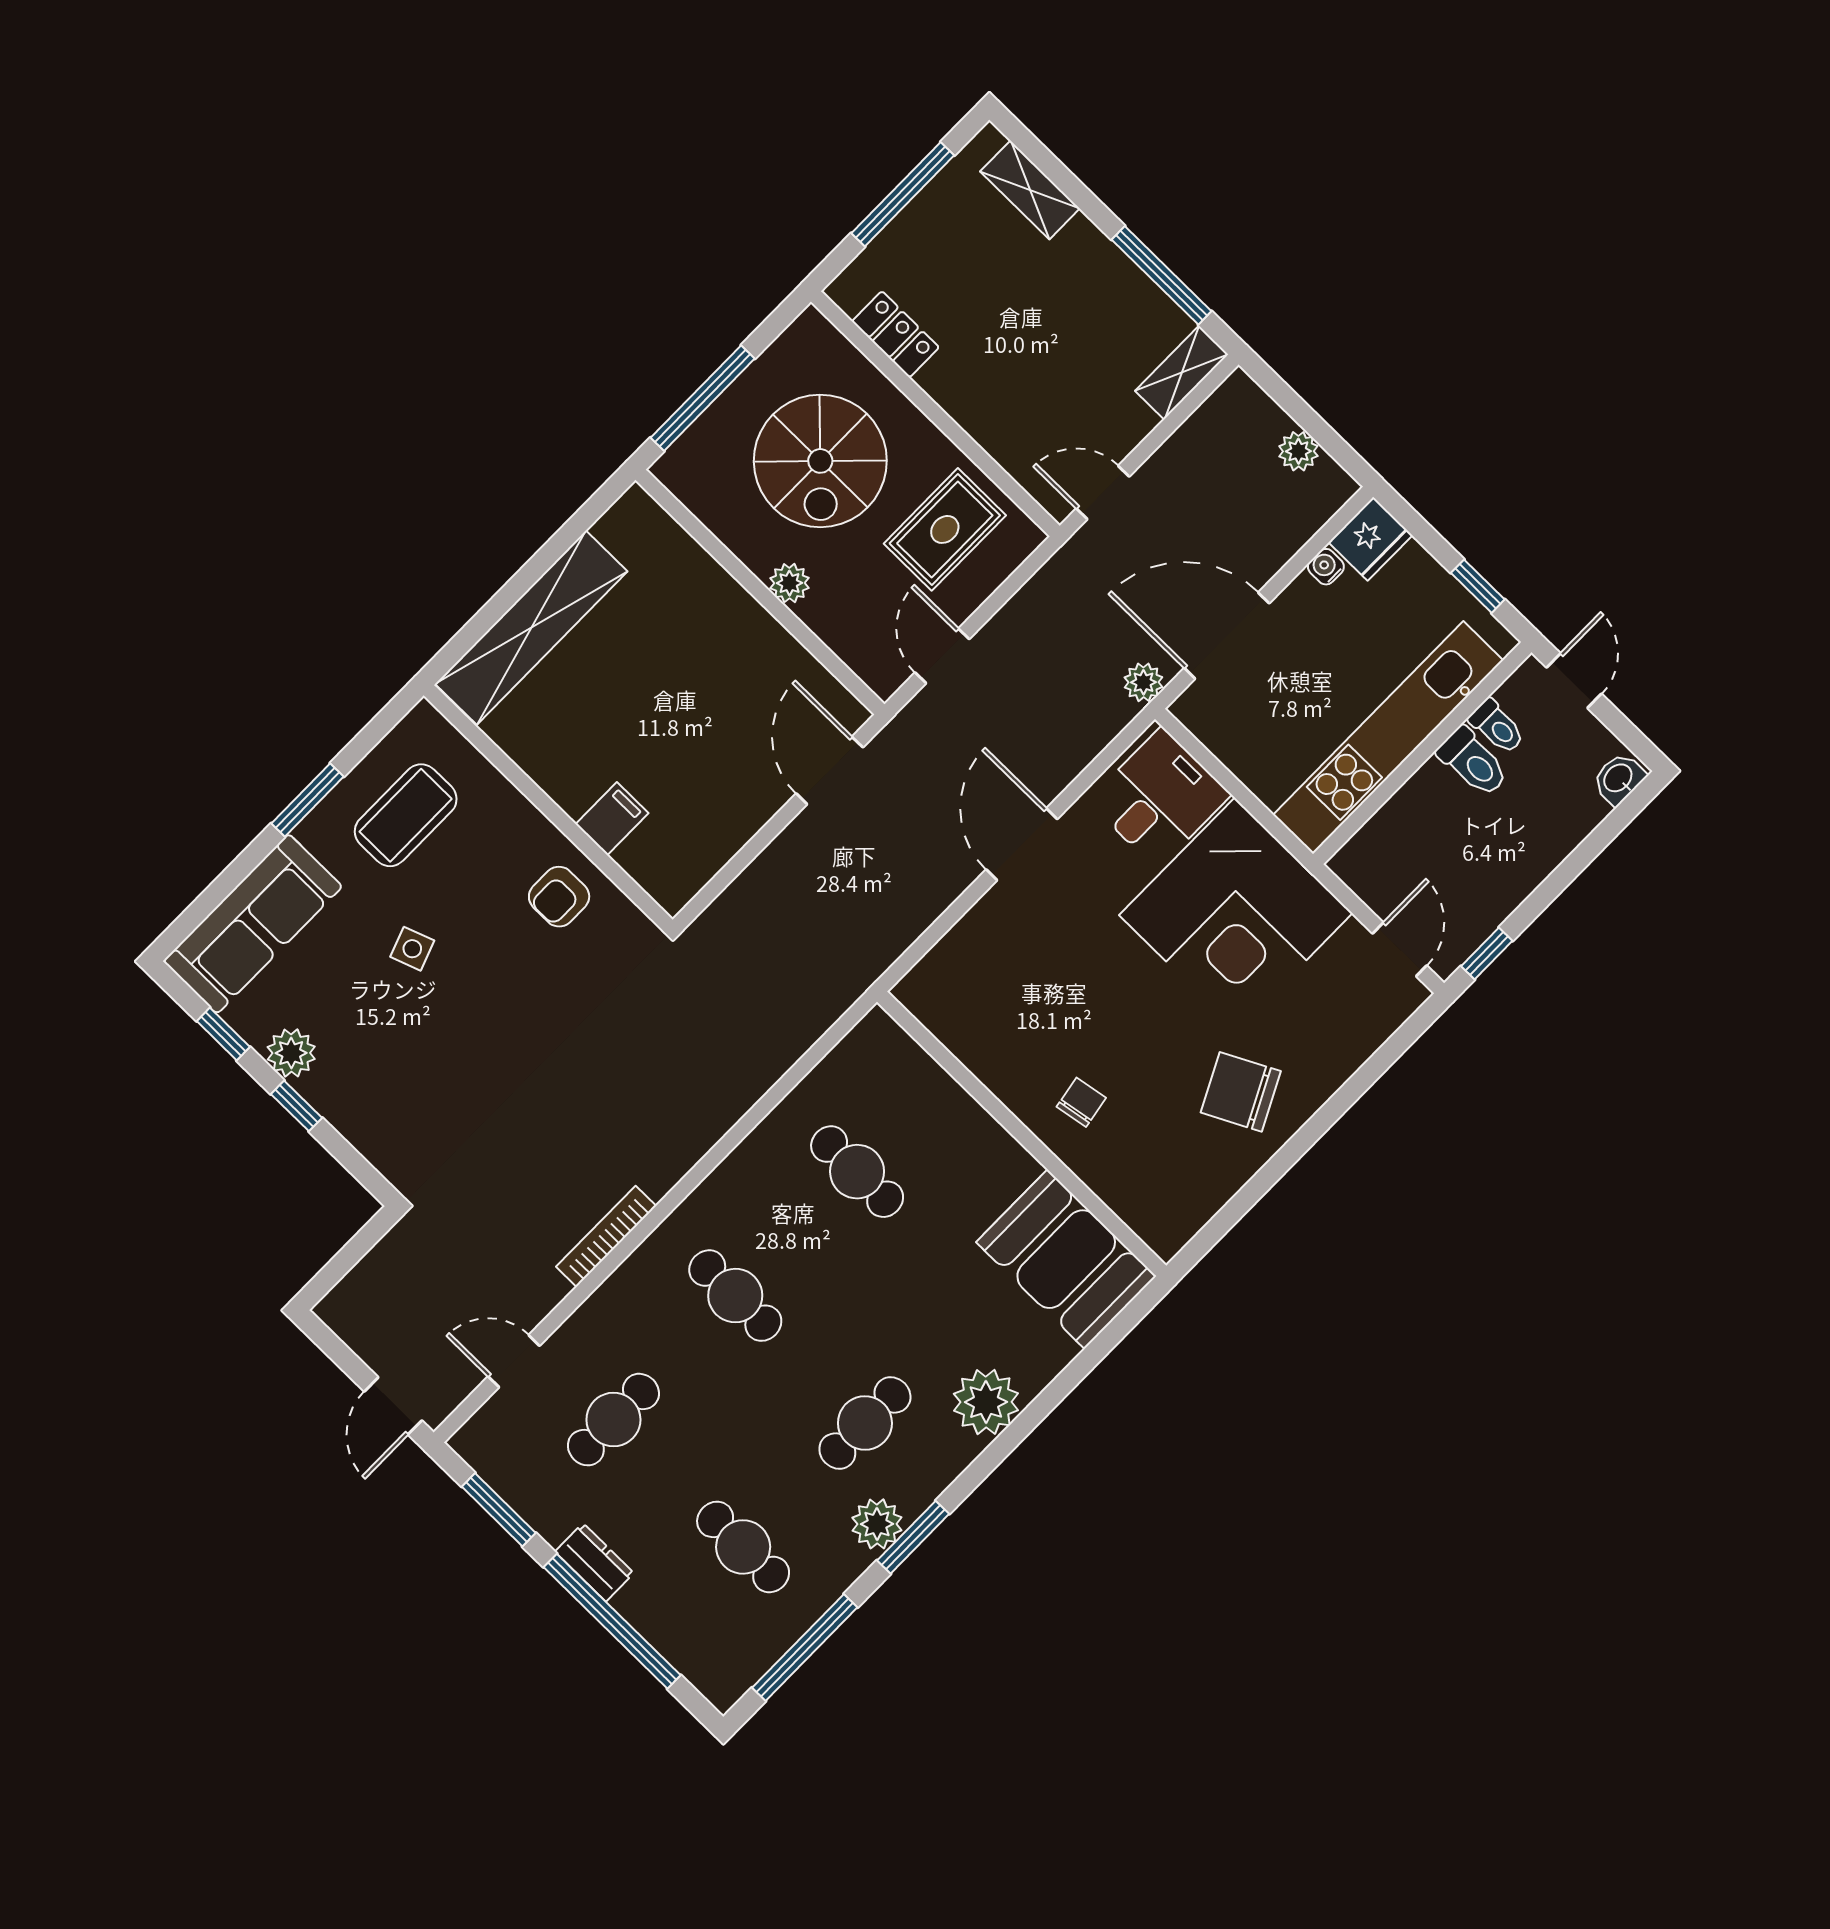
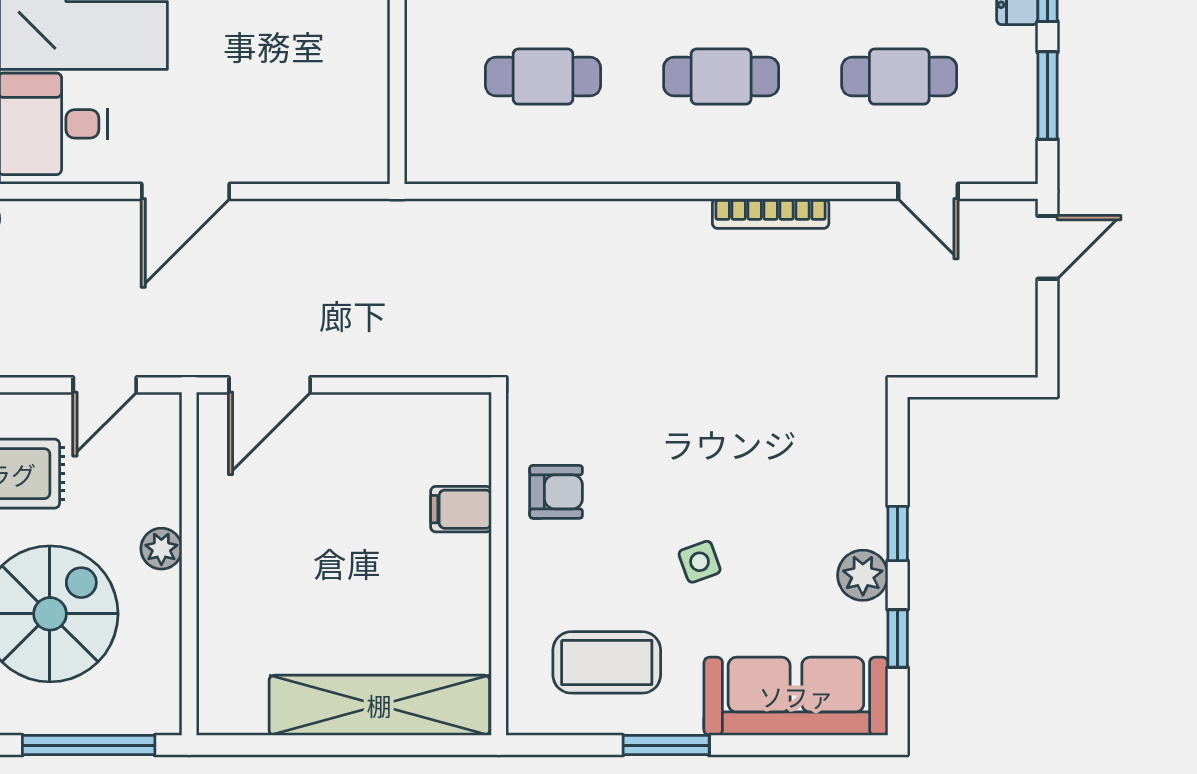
cafe table: (857, 1172) -> (543, 77), turned 90
cafe table: (735, 1296) -> (721, 77), turned 90

